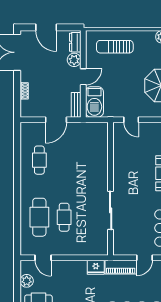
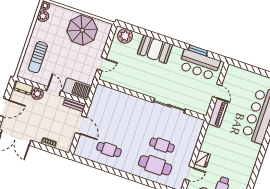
fridge: (96, 267) -> (203, 159), moved

